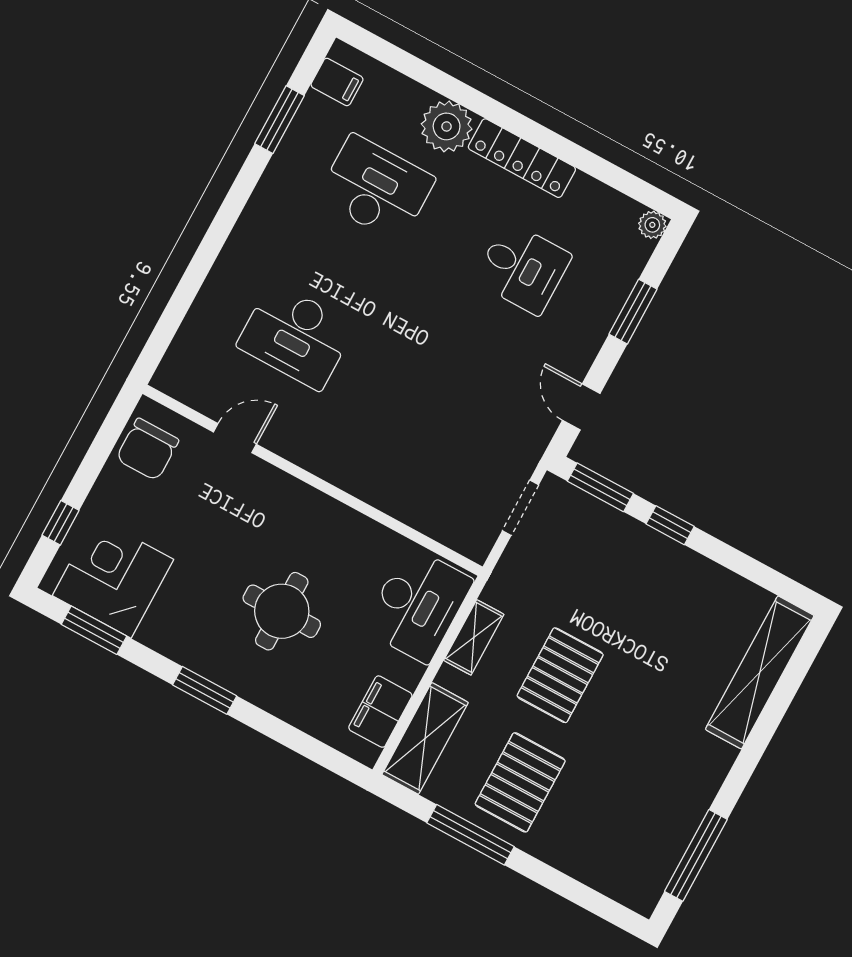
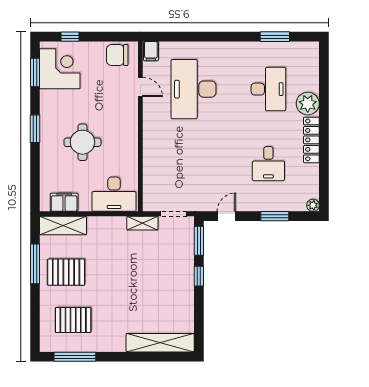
filing cabinet: (337, 82) -> (151, 51), moved
desk: (296, 336) -> (193, 89), width x1.36, depth x1.30
shelving: (474, 637) -> (142, 223), moved
pallet: (560, 675) -> (73, 320), moved

